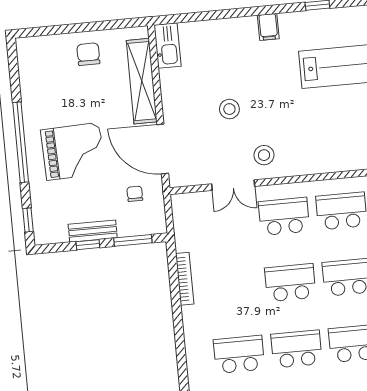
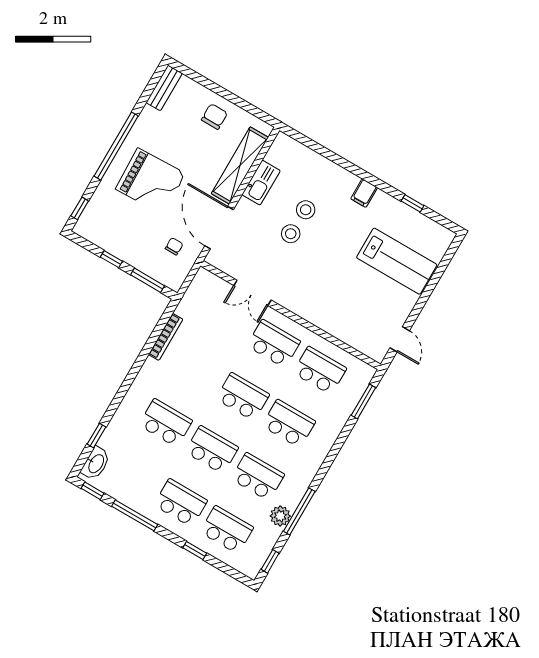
kitchen sink: (168, 46) -> (261, 183), moved
stool: (264, 155) -> (306, 210), moved
bench: (93, 231) -> (164, 88), moved, turned 90

